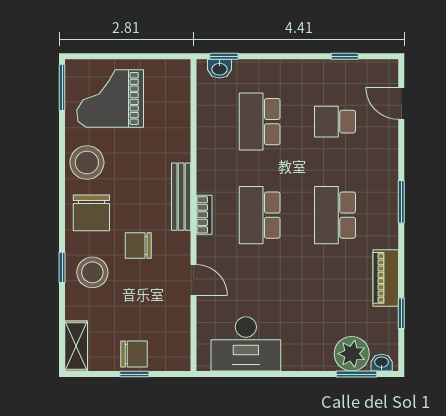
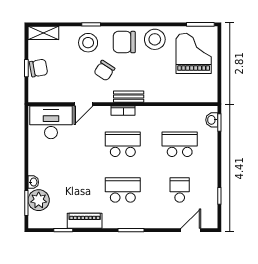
bench: (181, 197) -> (129, 97), width x0.73
chair: (138, 246) -> (104, 71), turned -147
desk: (246, 344) -> (51, 122), moved, turned 90
chair: (134, 354) -> (39, 68), turned -100
washbasin: (382, 363) -> (33, 182), moved

